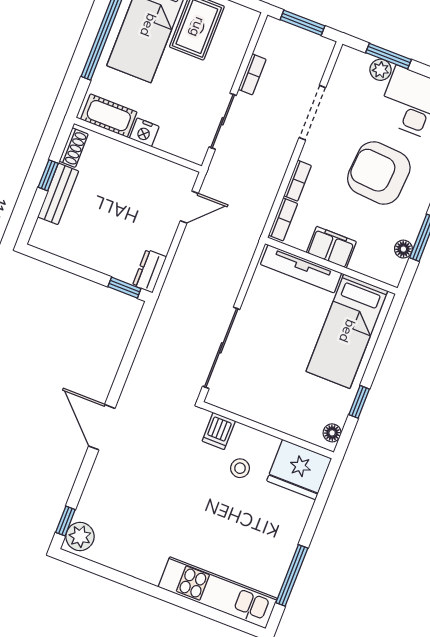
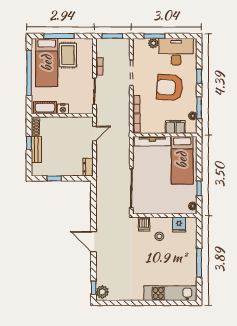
filing cabinet: (331, 247) -> (175, 127), moved
window: (124, 288) -> (54, 178), moved
fridge: (299, 470) -> (179, 225), width x0.53, depth x0.75
window: (292, 575) -> (199, 263), moved

